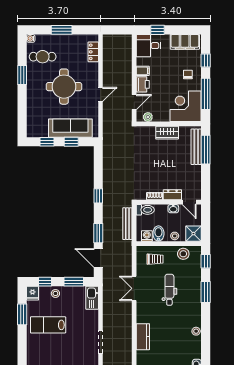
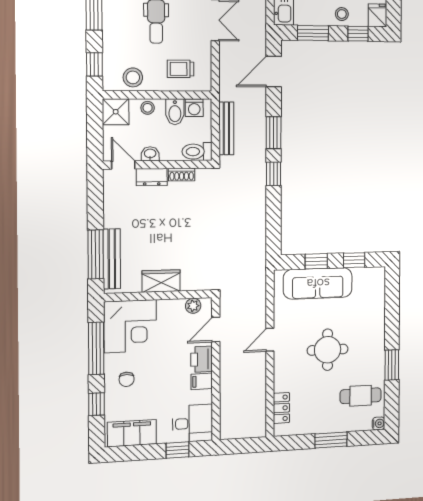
round table: (64, 87) -> (328, 350), width x0.73, depth x0.73
window: (98, 233) -> (274, 133), moved
door: (98, 258) -> (274, 72), swing flipped

